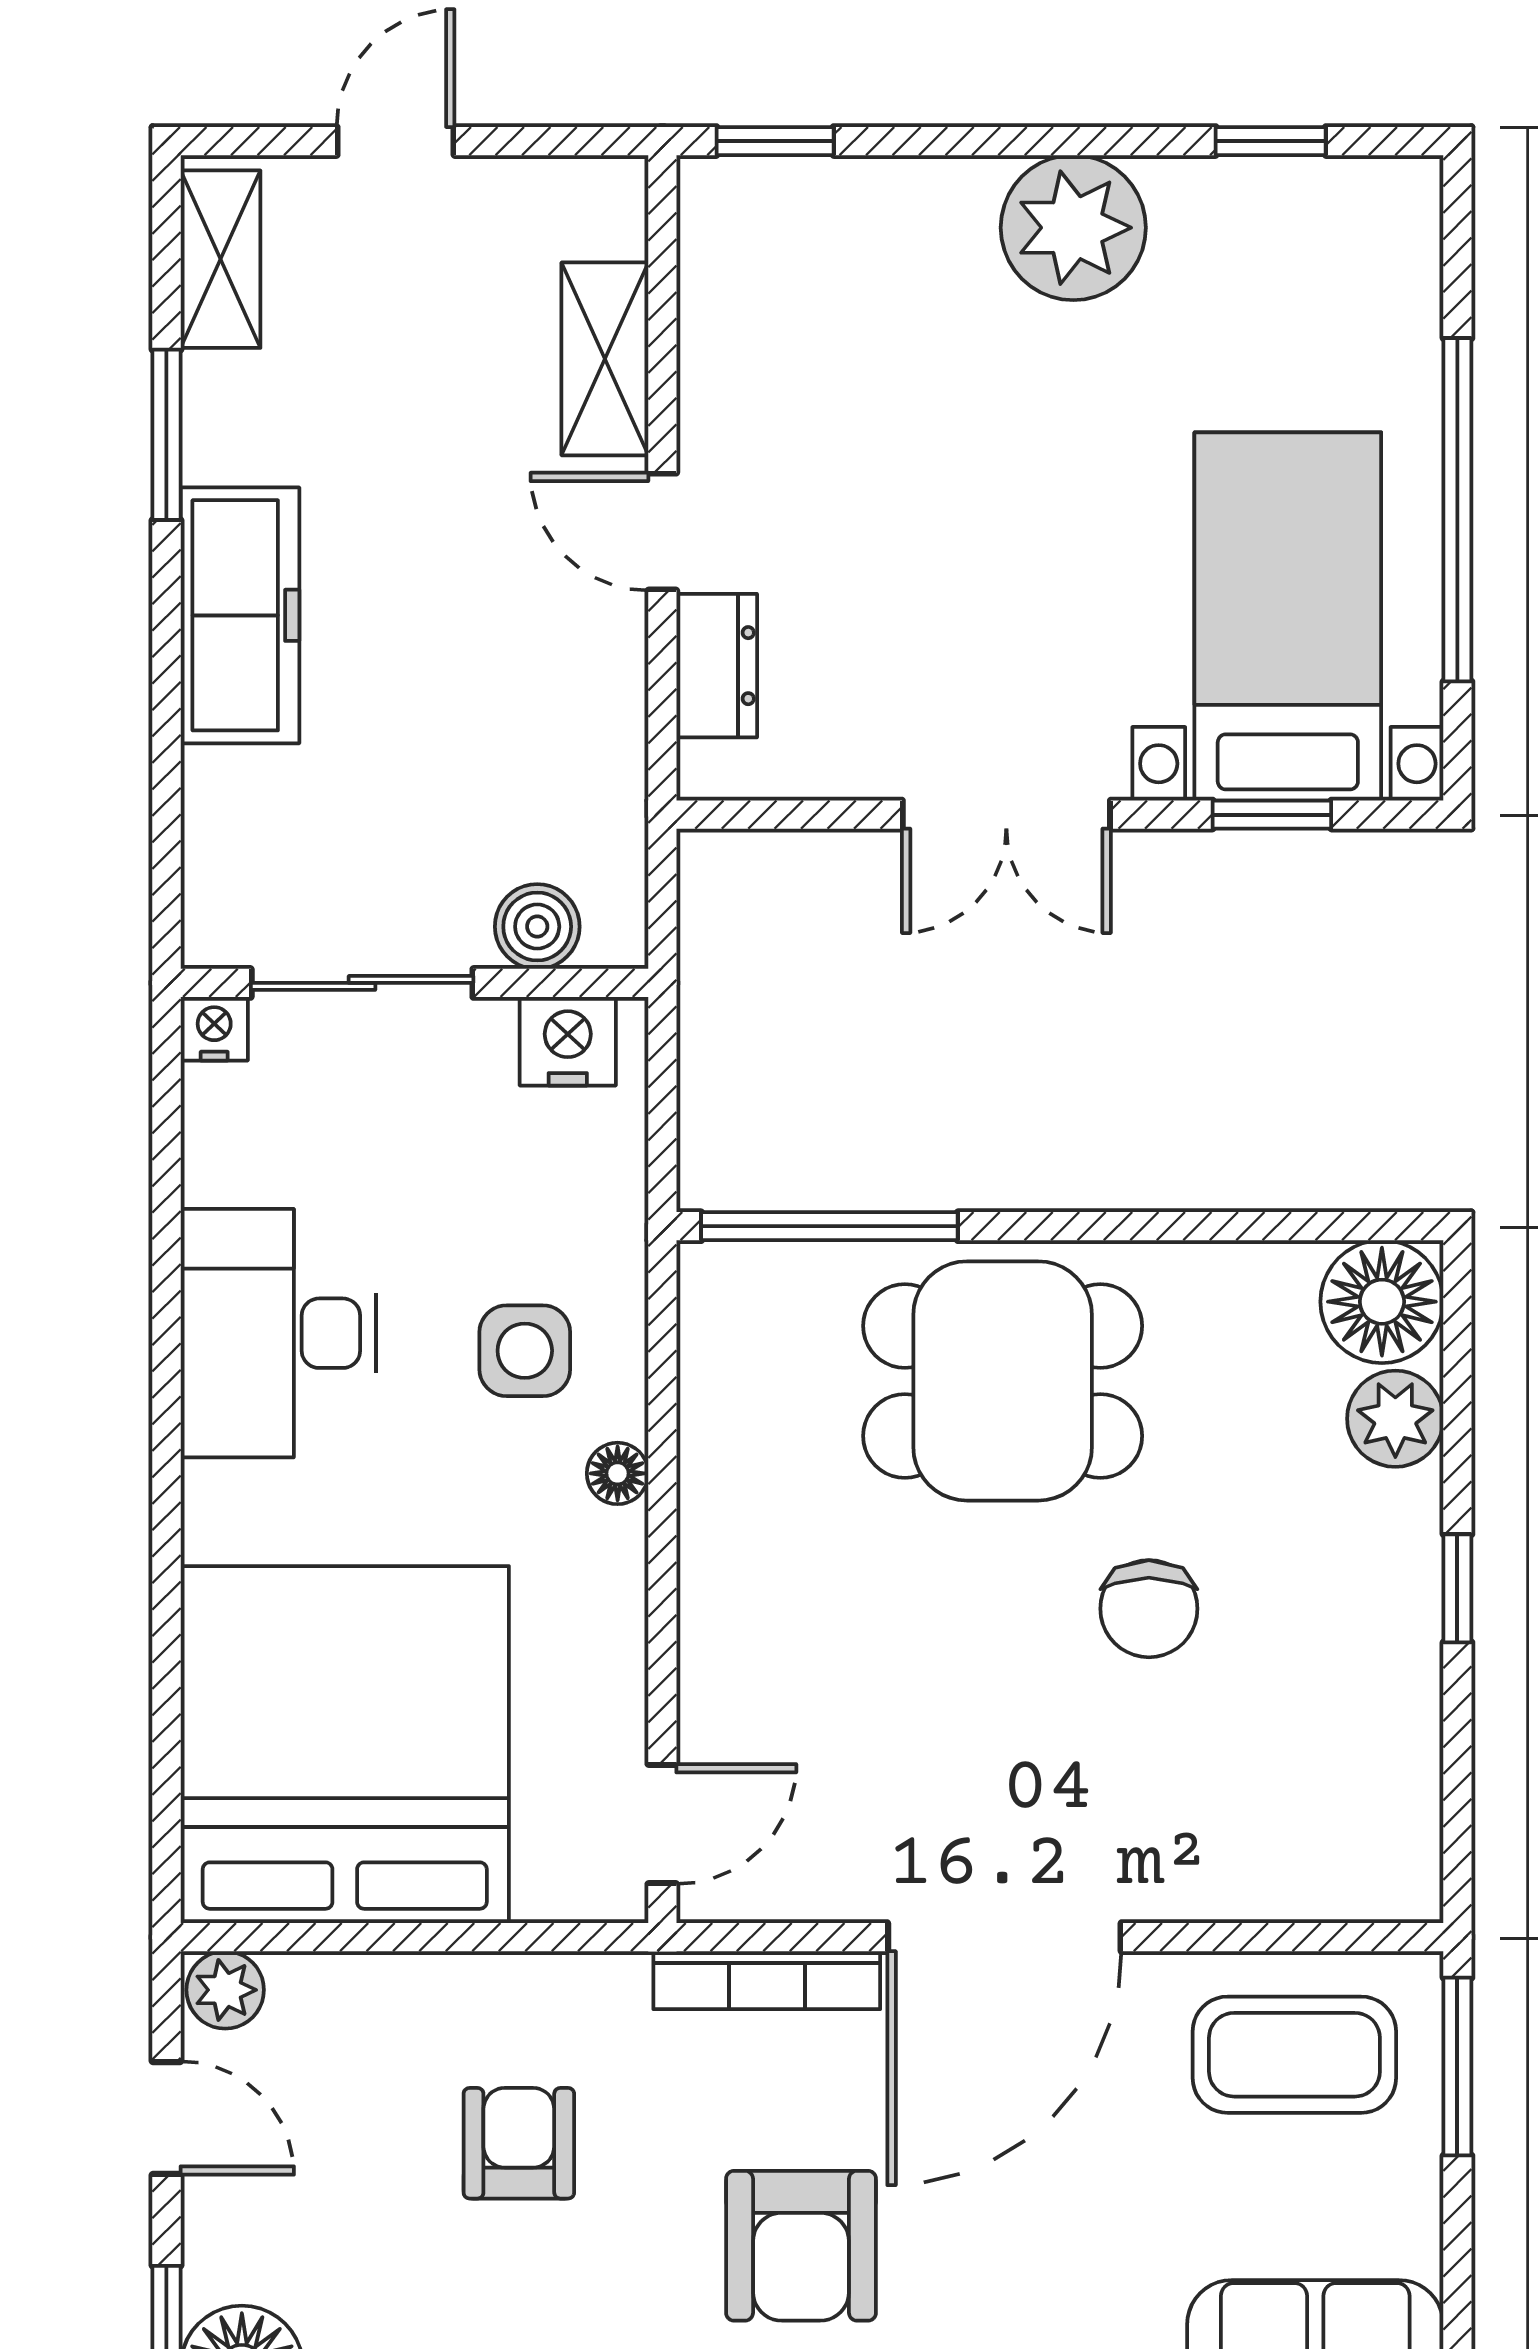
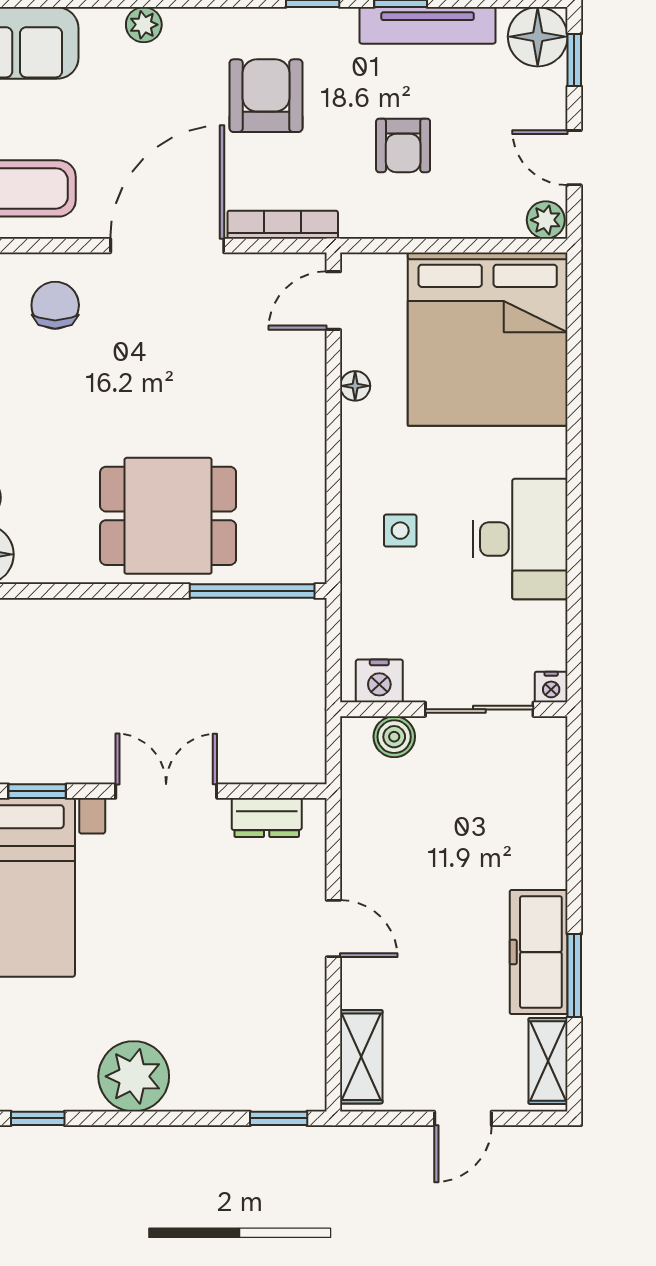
shelving: (605, 359) -> (361, 1057), moved
freezer: (240, 615) -> (539, 952), moved
dresser: (717, 666) -> (267, 818), moved, turned -90
side table: (525, 1351) -> (400, 531), width x0.73, depth x0.73
floor lamp: (618, 1473) -> (355, 386), moved
chair: (1149, 1609) -> (55, 305), moved

